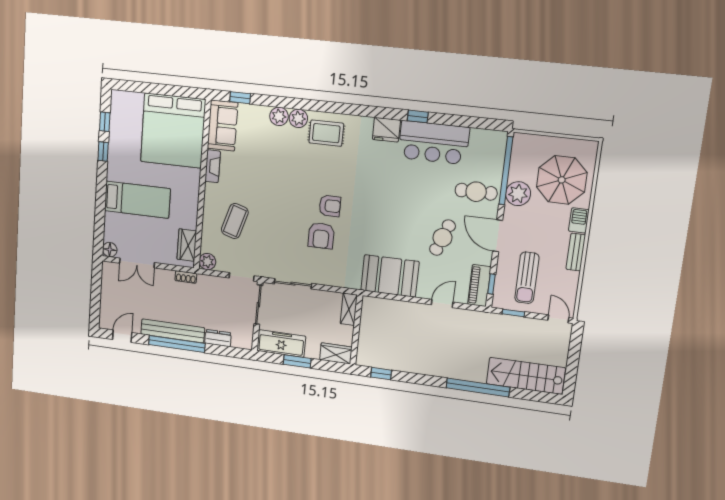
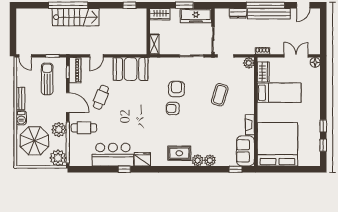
plant: (526, 147) -> (58, 158), added
bed: (137, 200) -> (279, 93), moved, turned 180
coffee table: (235, 221) -> (220, 95), moved
stairs: (526, 376) -> (76, 17), moved

